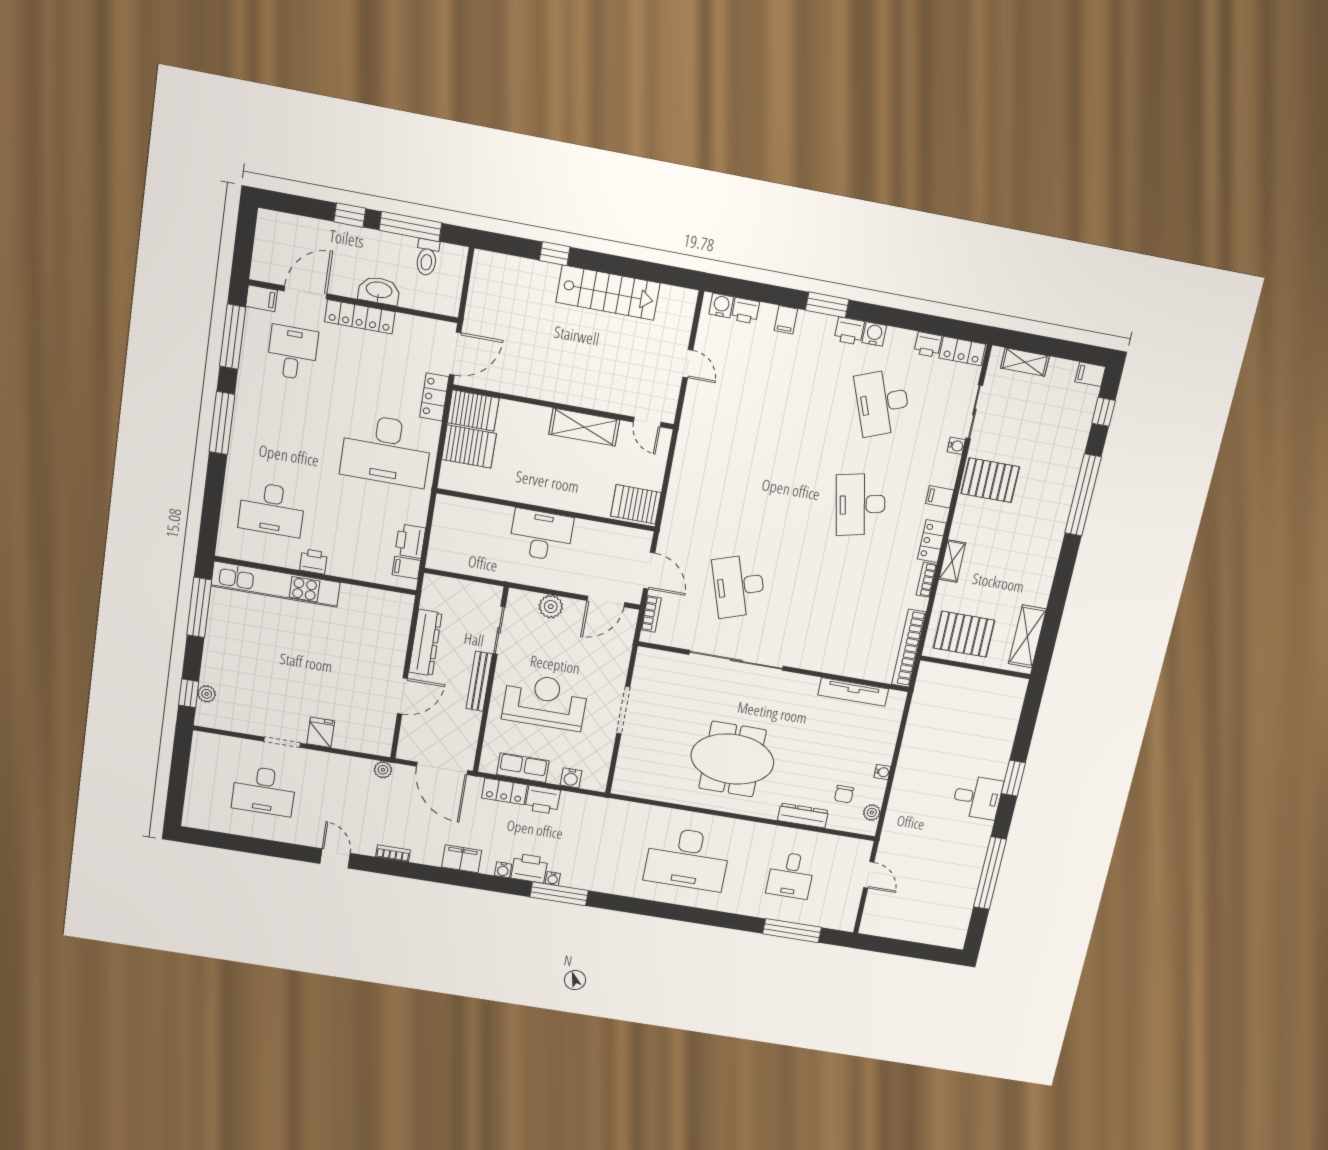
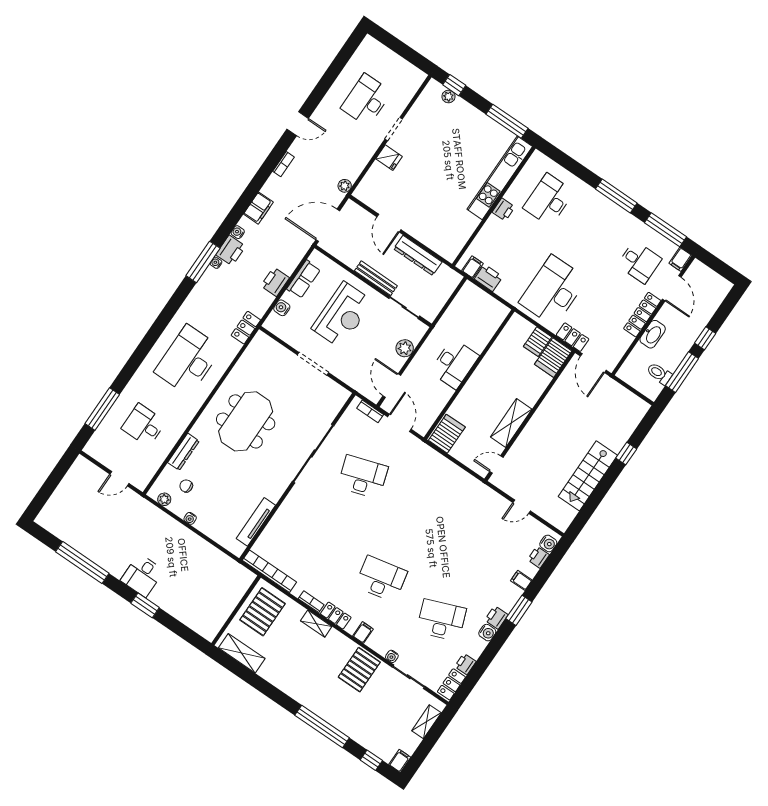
server rack: (469, 447) -> (538, 342), width x0.73, depth x0.70
door: (649, 571) -> (399, 423), swing flipped
locker: (504, 791) -> (246, 328), moved

